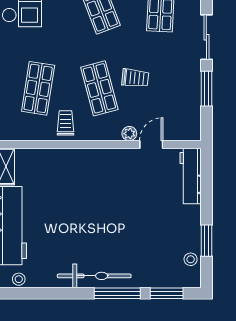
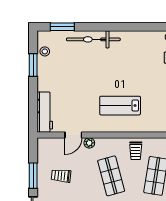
trolley: (135, 78) -> (61, 176), moved
lab bench: (87, 185) -> (120, 106), added
bicycle: (94, 276) -> (93, 39), moved
window: (117, 293) -> (98, 27), removed

